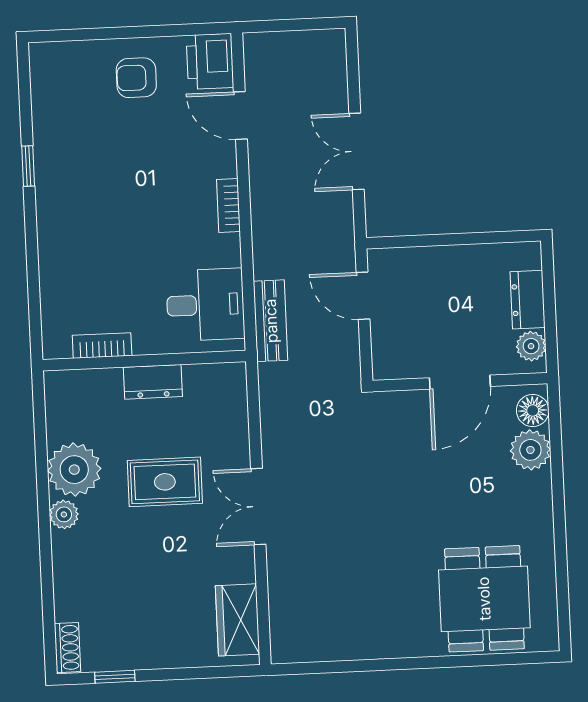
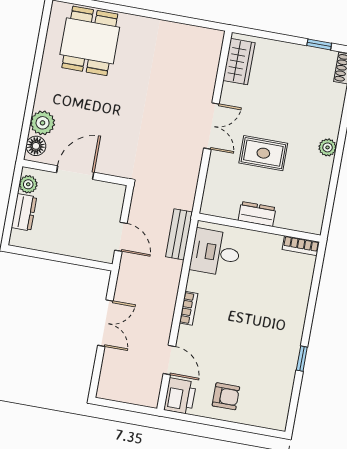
bookcase: (102, 346) -> (301, 246), moved
plant: (74, 470) -> (315, 173), removed

